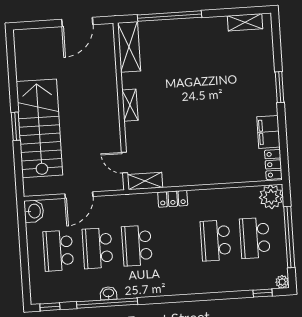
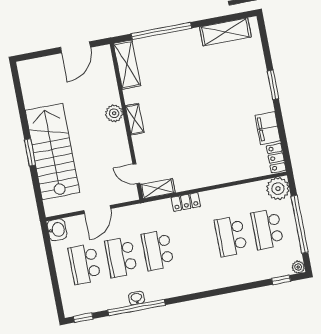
shelving: (245, 22) -> (225, 32), width x1.50, depth x1.33
plant: (109, 96) -> (114, 113), added

